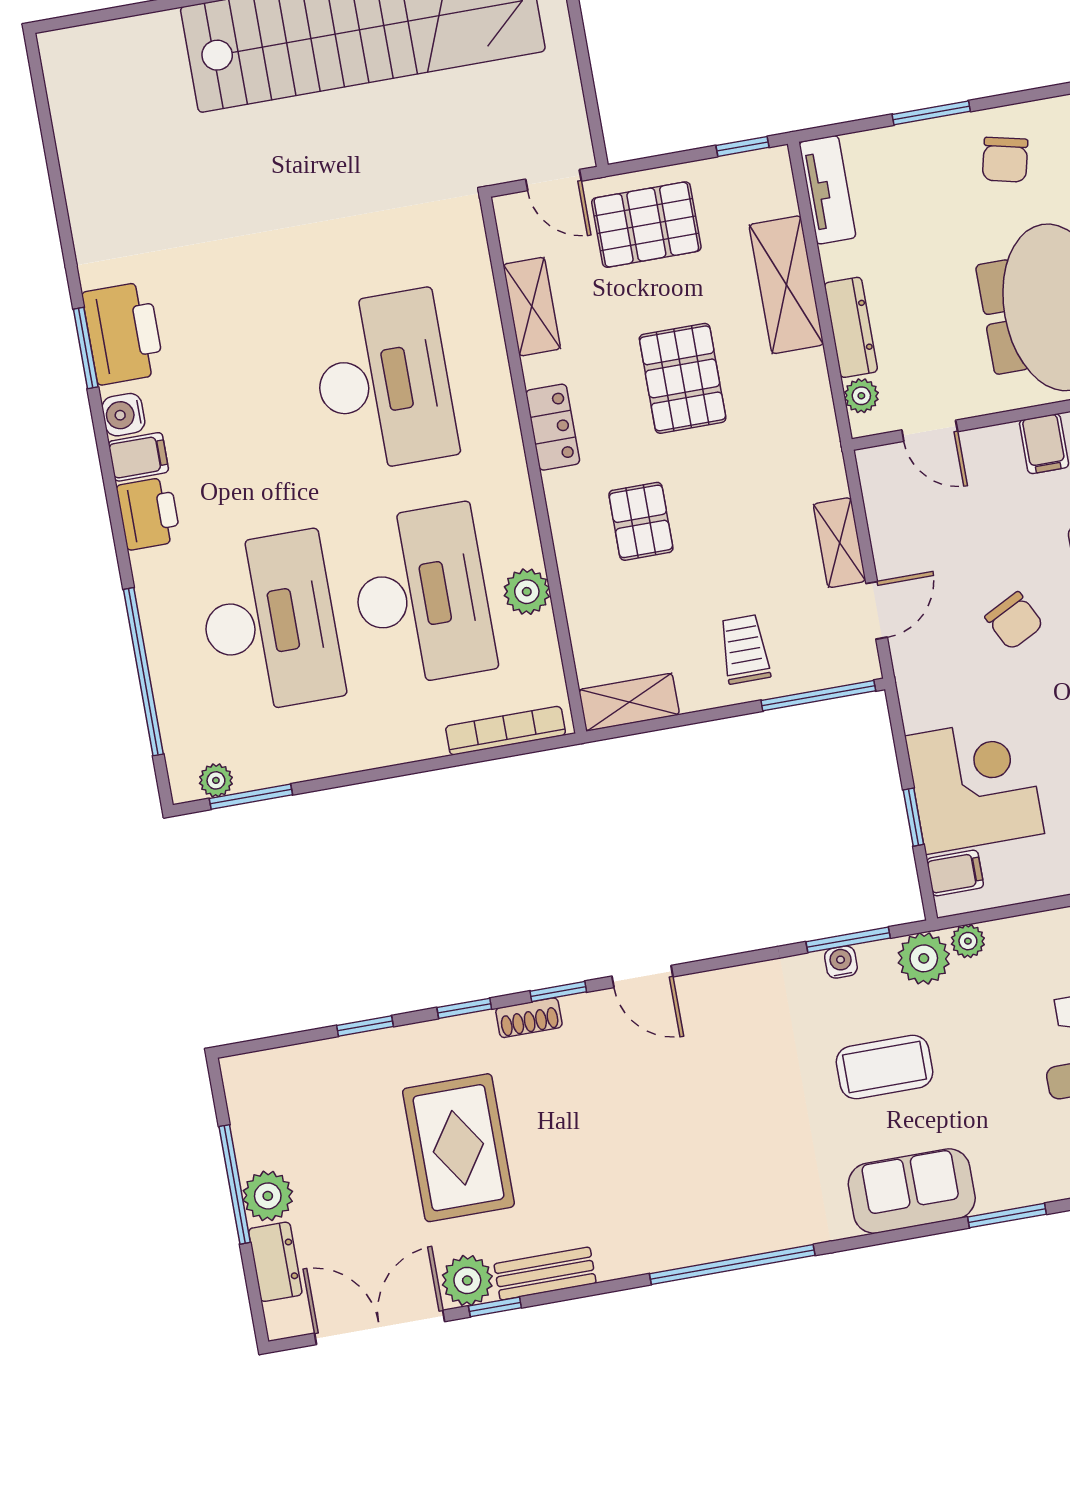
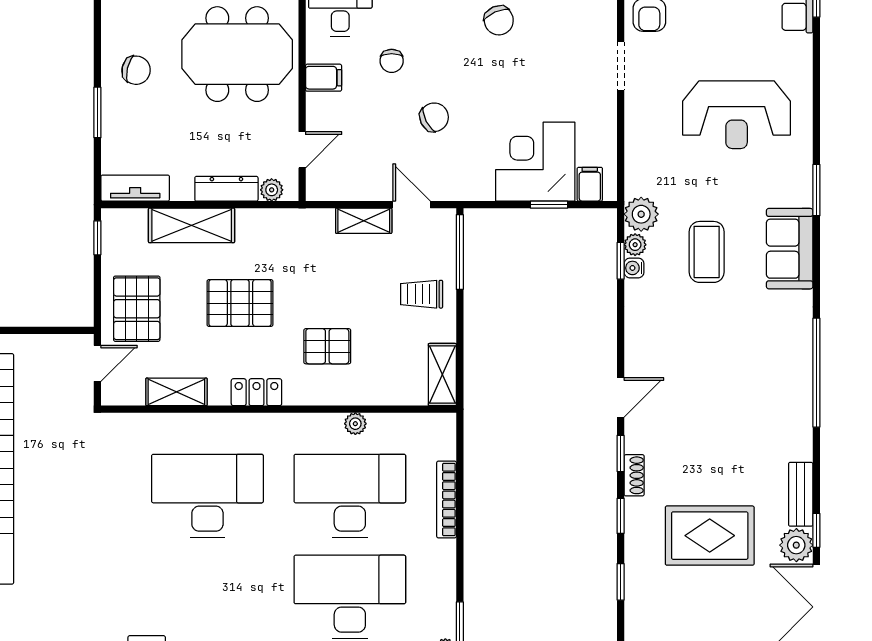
plant: (527, 592) -> (355, 424), width x0.73, depth x0.73
bookcase: (506, 731) -> (447, 500), moved
window: (848, 940) -> (621, 261), width x0.67
plant: (968, 941) -> (635, 245), moved

